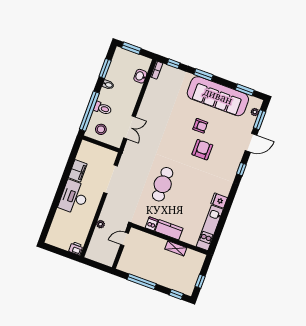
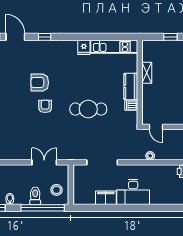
armchair: (200, 126) -> (45, 106), moved

